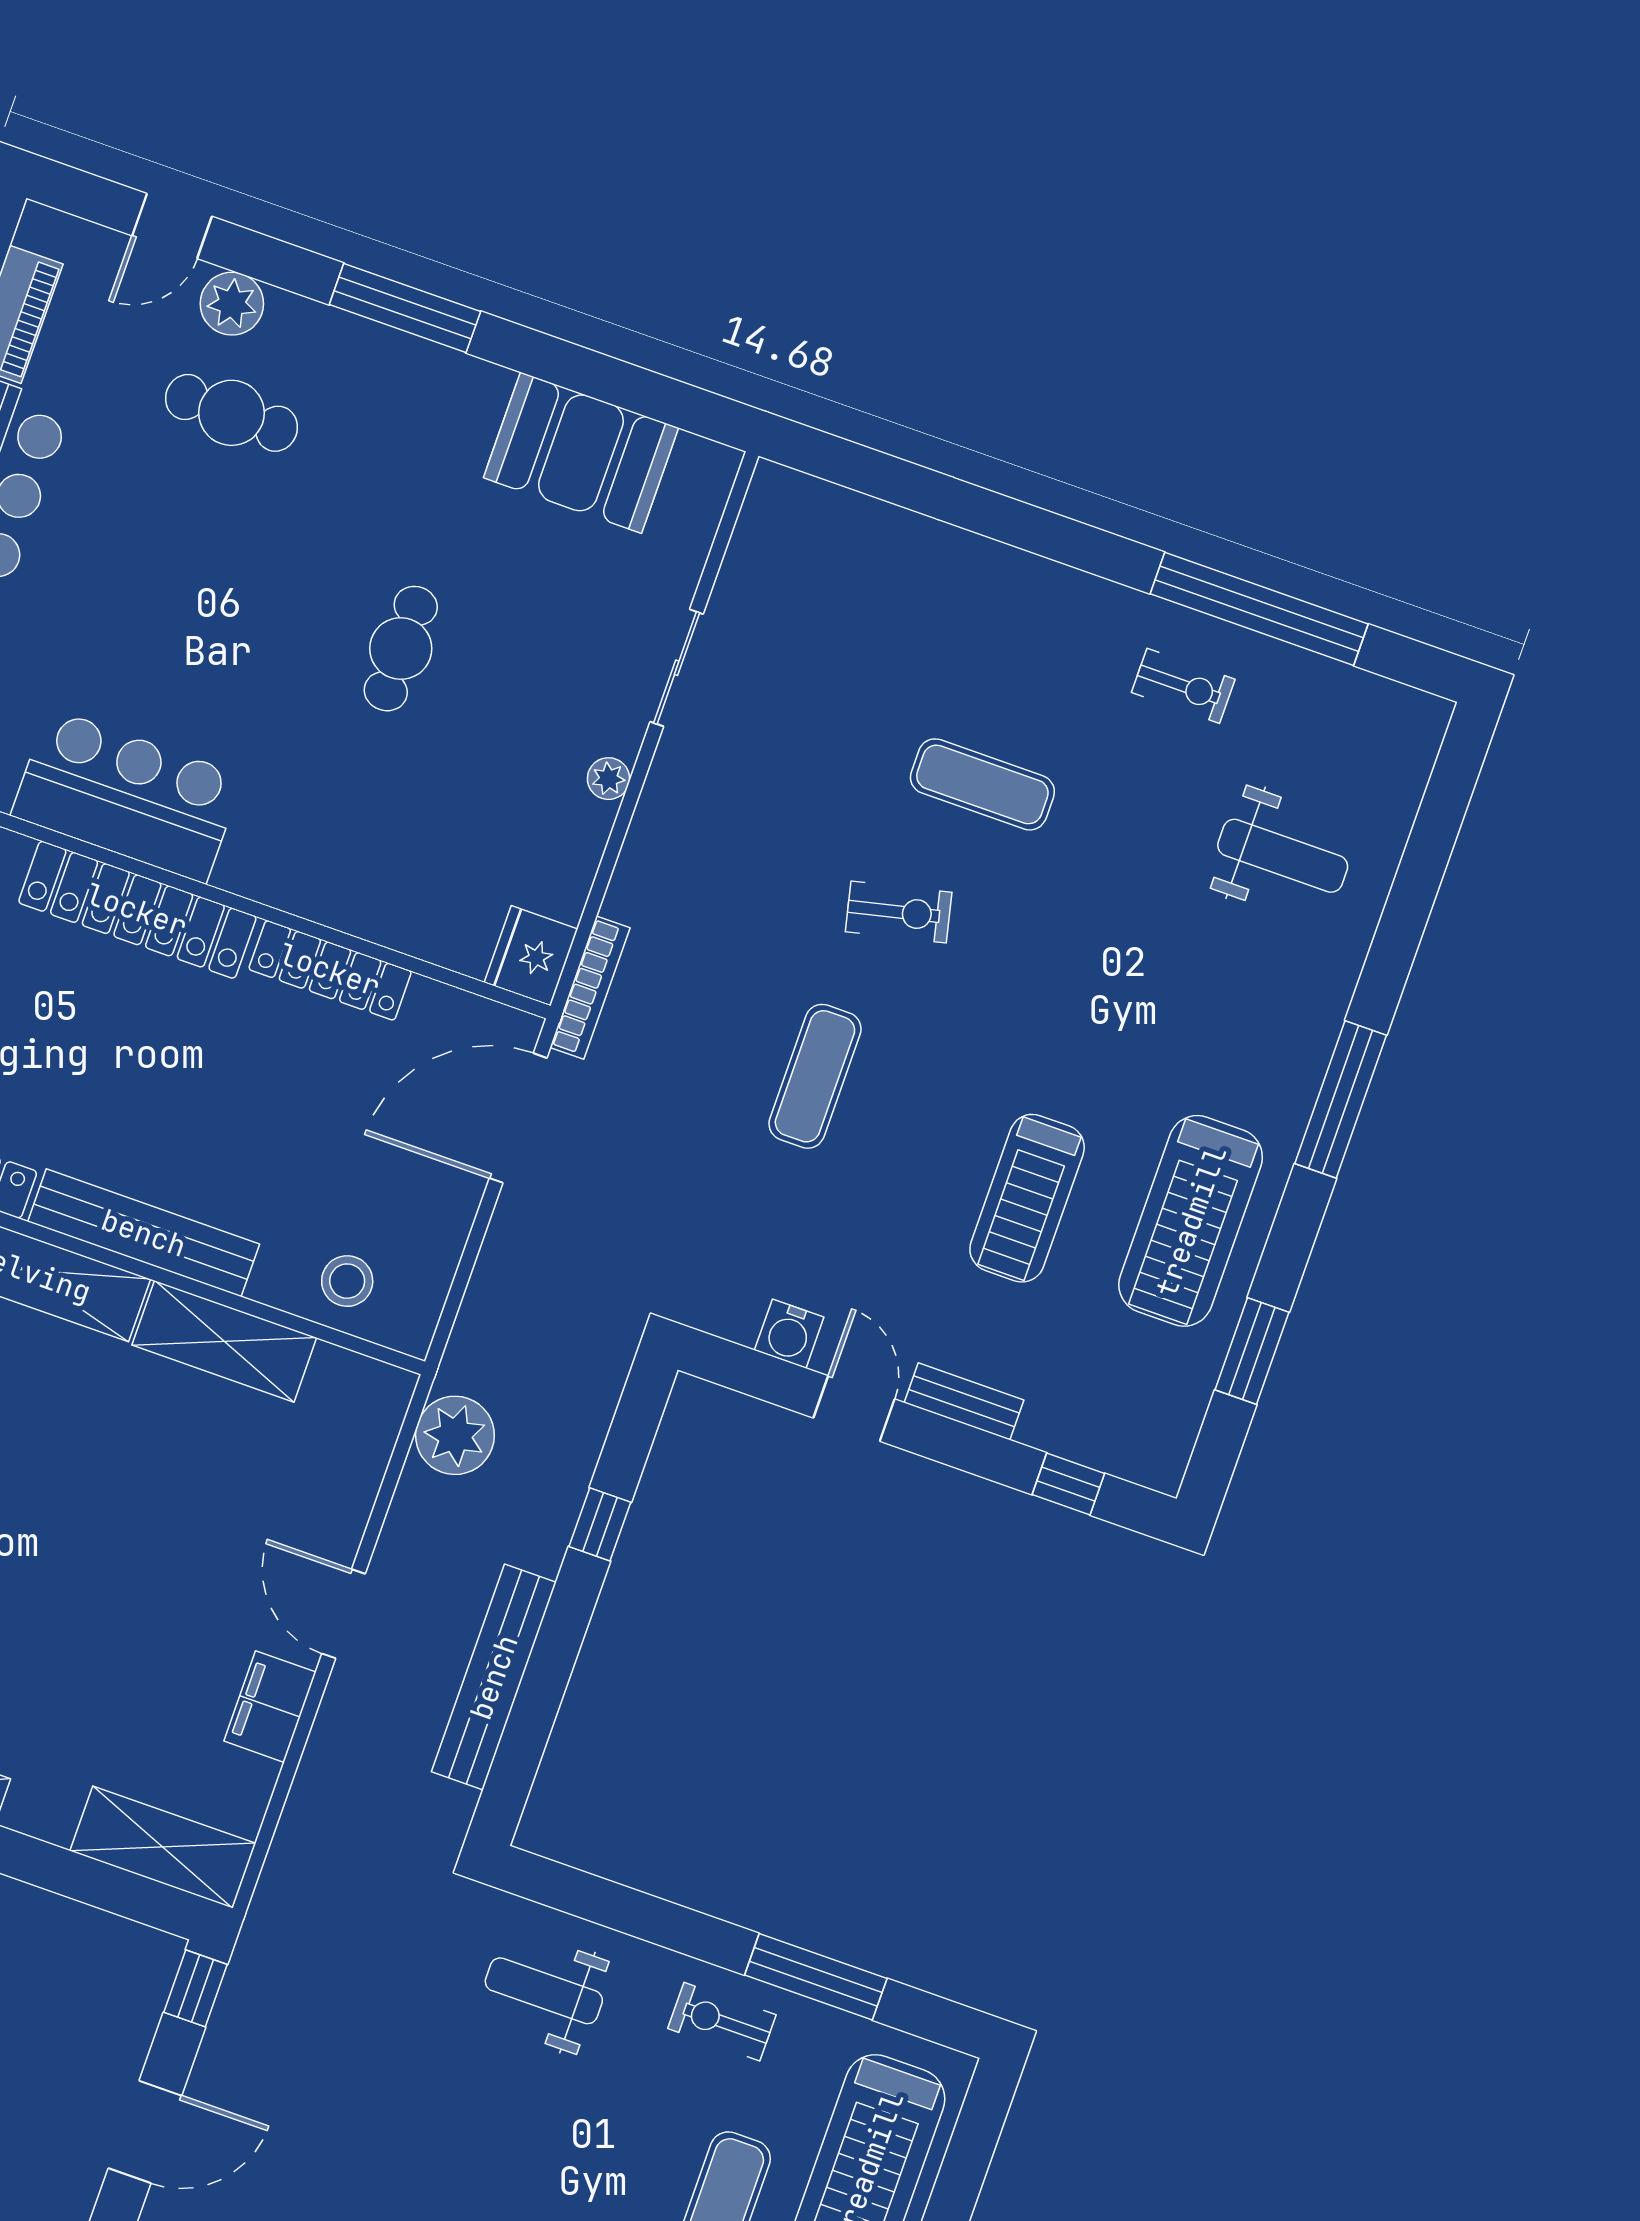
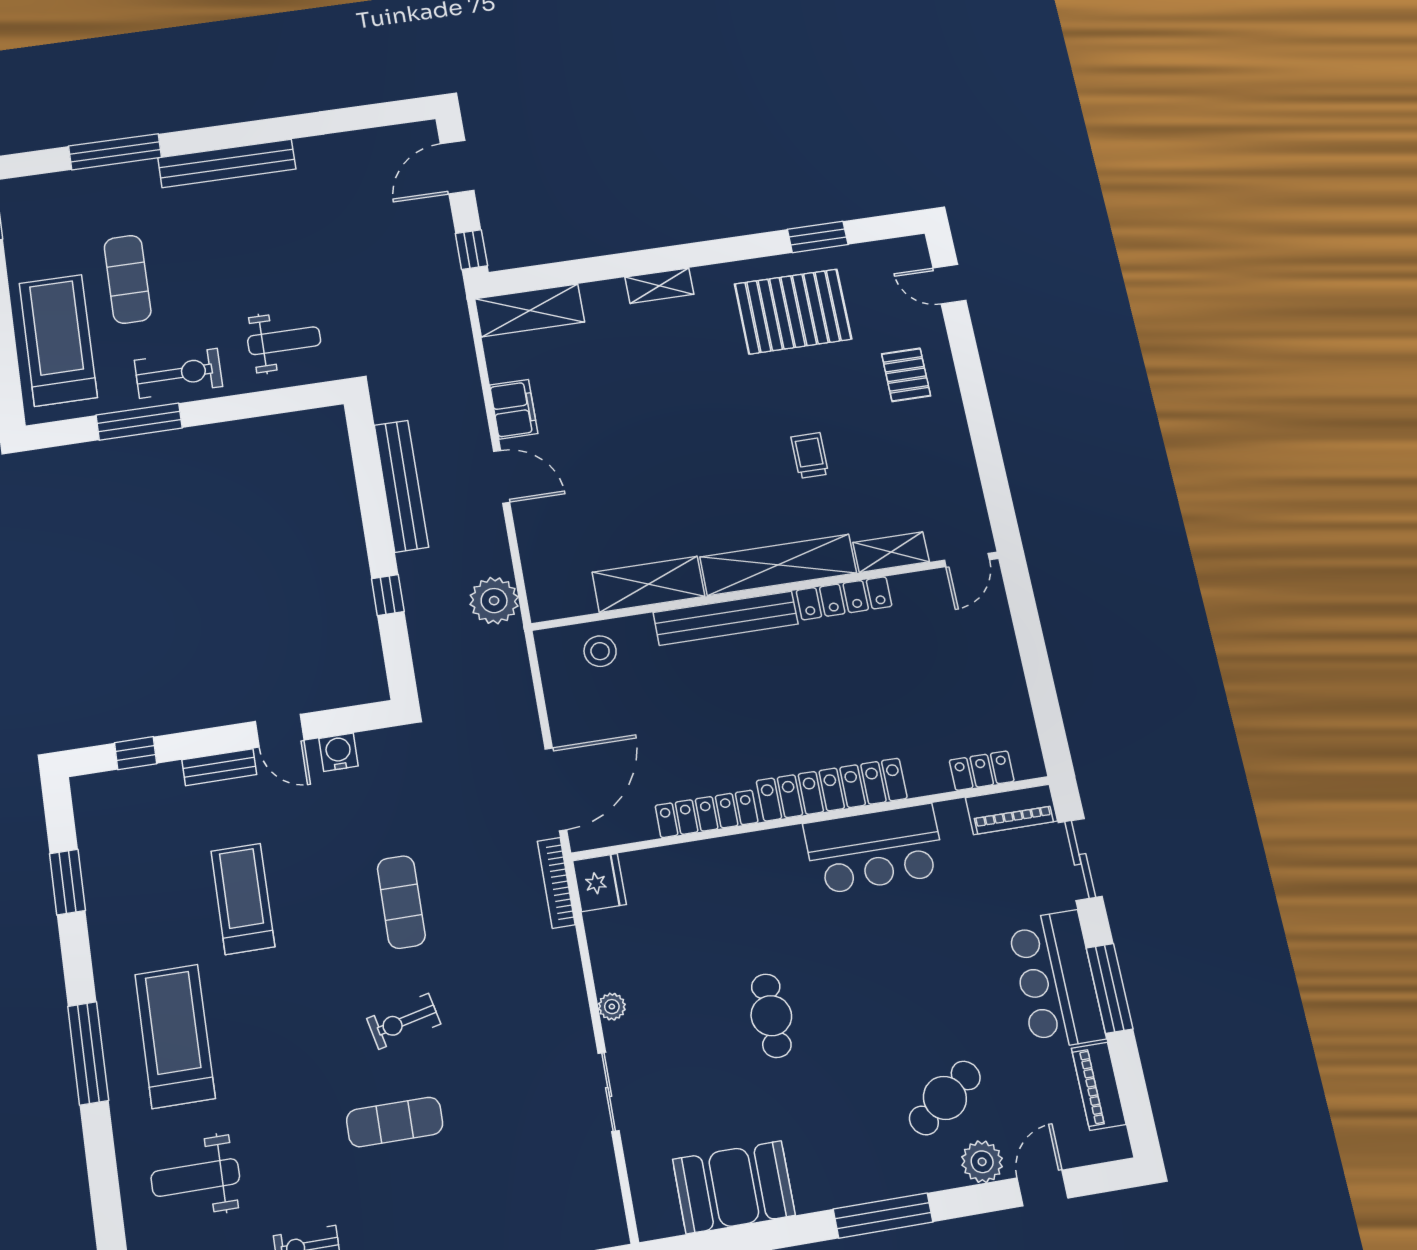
cafe table: (231, 413) -> (945, 1098), turned -36
treadmill: (1191, 1221) -> (175, 1036), moved
exercise bike: (722, 2022) -> (178, 373), width x1.38, depth x1.39

